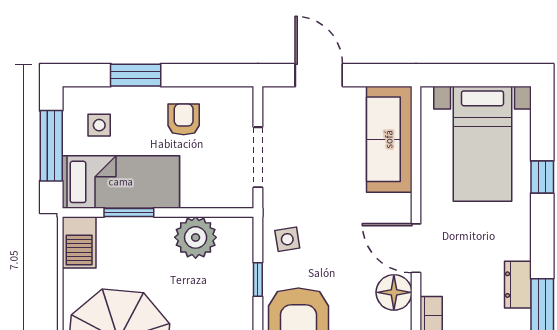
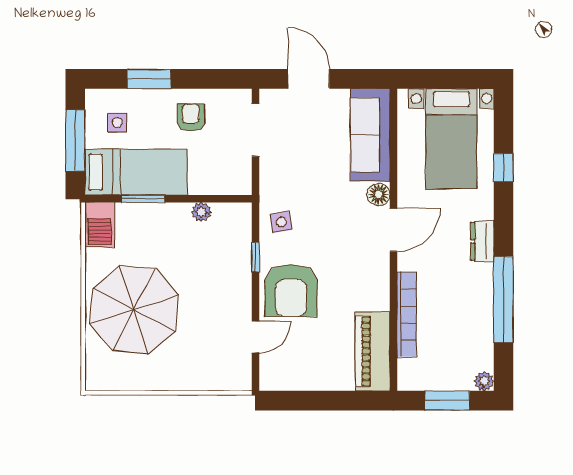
doorway: (258, 157) -> (256, 130), moved
plant: (196, 237) -> (201, 212), width x0.53, depth x0.53
door: (416, 248) -> (393, 230), swing flipped
dresser: (518, 285) -> (482, 241), moved
floor lamp: (394, 292) -> (378, 194), moved, width x0.73, depth x0.73

